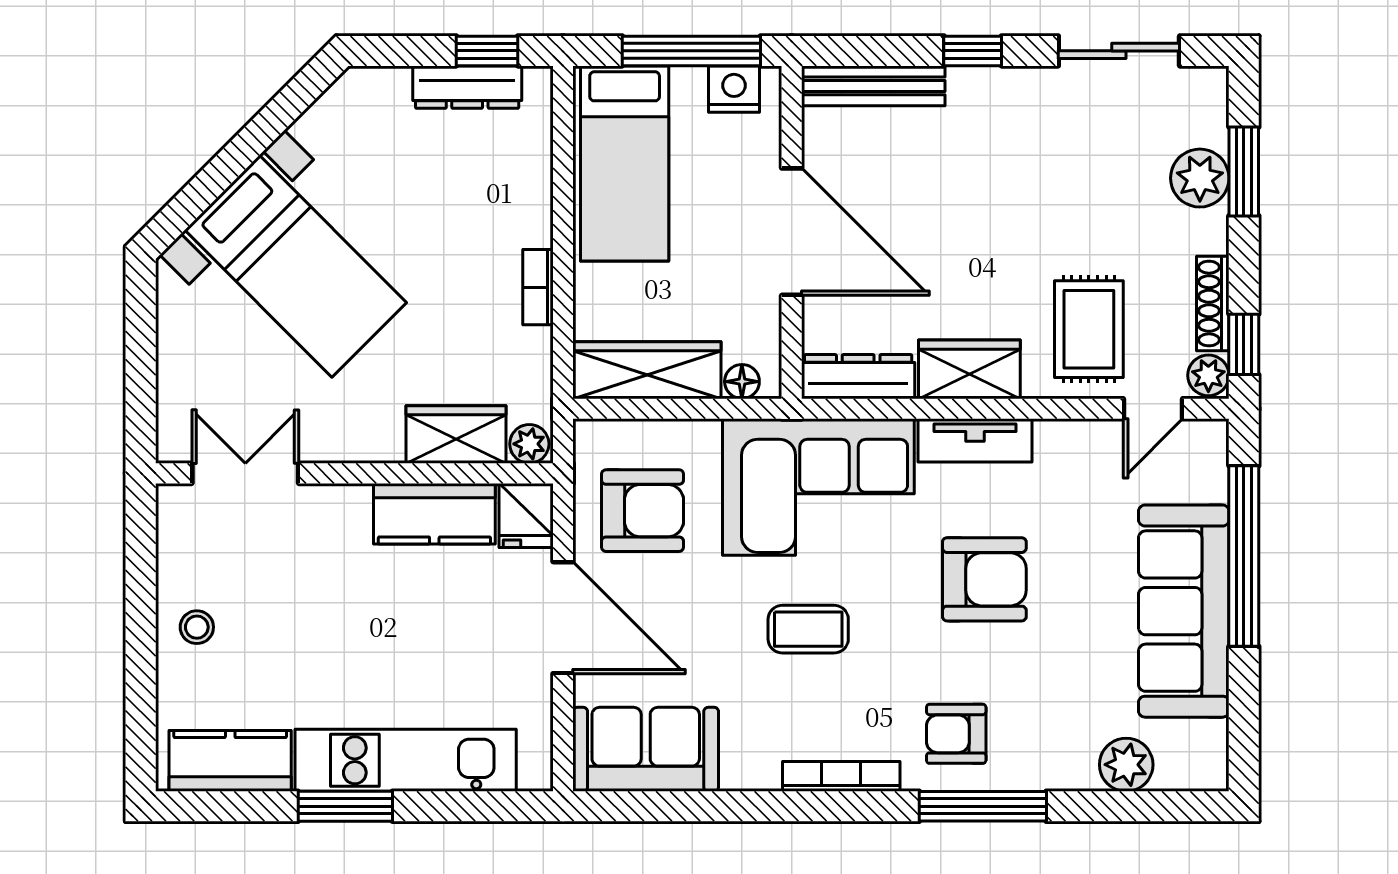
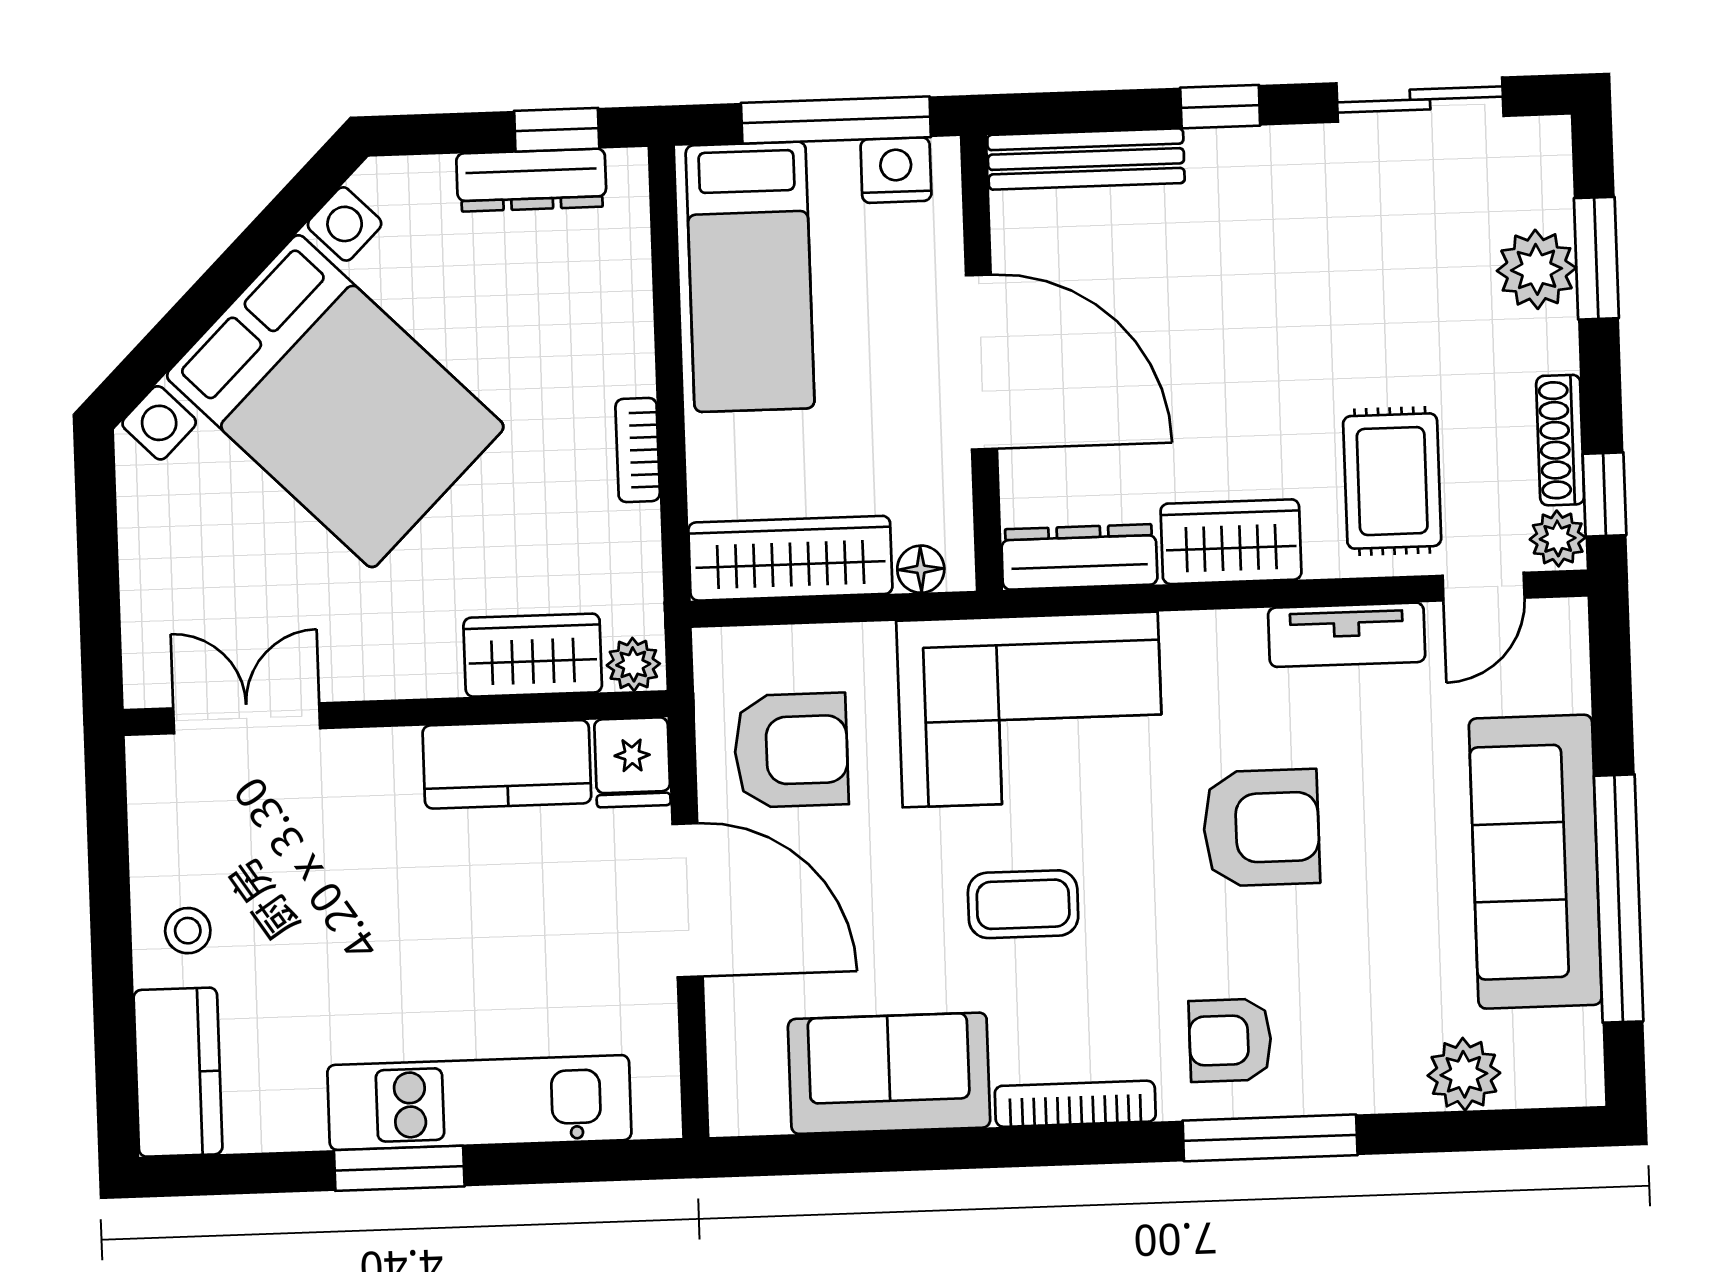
bed with nightstands: (296, 266) -> (335, 401), width x1.36
tv unit: (975, 440) -> (1347, 635), moved
window: (1244, 556) -> (1619, 899), moved
sofa: (646, 749) -> (889, 1073), moved
kitchen counter: (230, 761) -> (178, 1072), moved, turned 90

